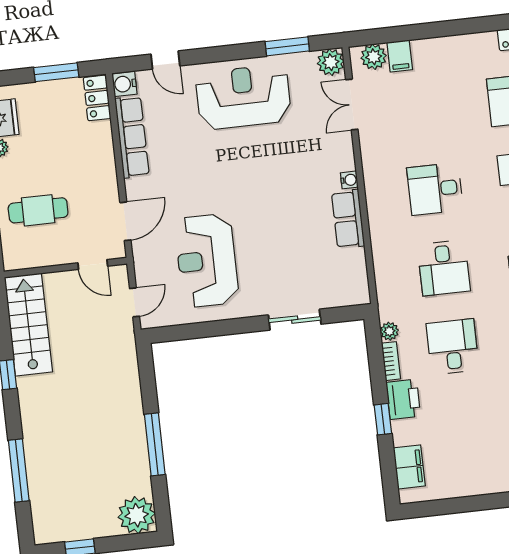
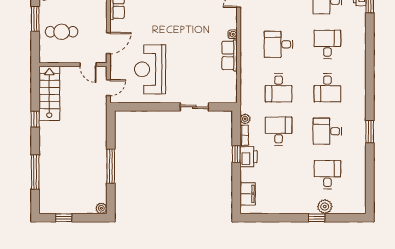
window: (383, 419) -> (236, 154), moved
plant: (137, 515) -> (101, 208), width x0.53, depth x0.53

